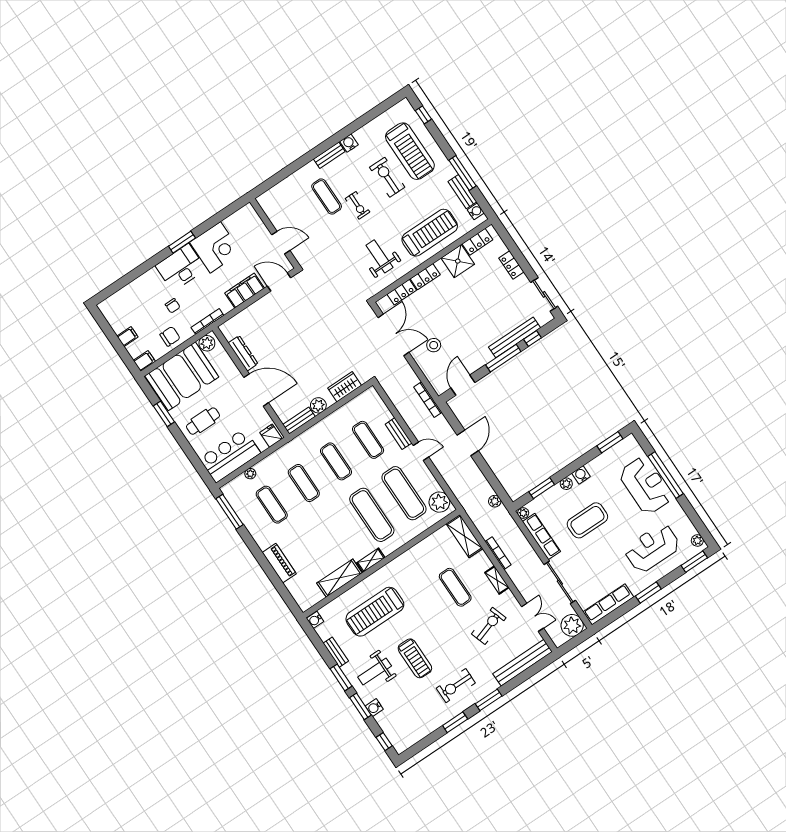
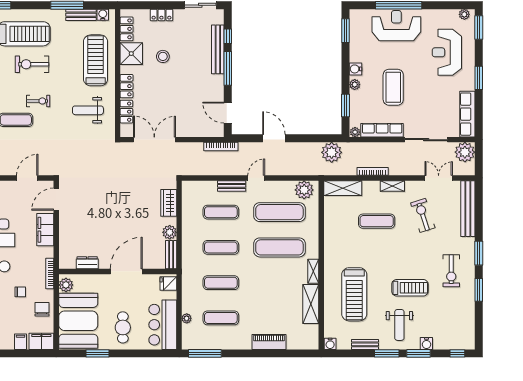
stool: (434, 345) -> (163, 56), moved
dresser: (243, 353) -> (87, 263), width x0.70
filing cabinet: (144, 361) -> (41, 341), width x2.00
plant: (495, 501) -> (332, 152), width x1.87, depth x1.87

